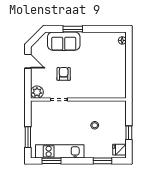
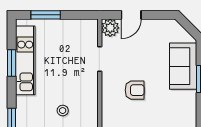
door: (28, 61) -> (131, 15), moved
armchair: (64, 74) -> (135, 90), moved
window: (51, 161) -> (12, 63), moved

